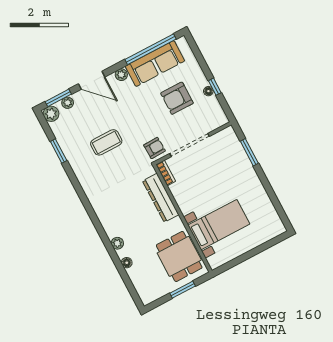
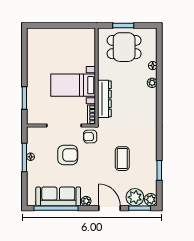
window: (215, 87) -> (24, 157), width x2.17
armchair: (177, 98) -> (68, 155), moved
plant: (68, 103) -> (135, 197), width x1.88, depth x1.88
coffee table: (106, 142) -> (122, 159), turned 90
bed with nightstands: (219, 225) -> (73, 85), moved
dining table: (179, 256) -> (124, 47), moved, turned 90

